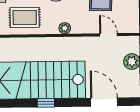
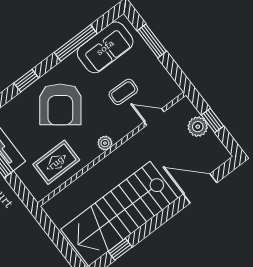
window: (46, 103) -> (120, 249), moved

